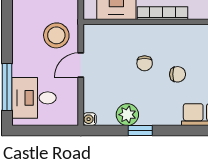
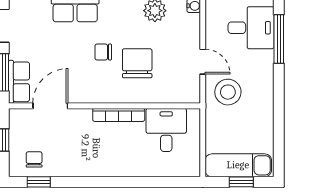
chair: (145, 63) -> (137, 63), width x1.87, depth x1.87
door: (81, 65) -> (203, 62), hinge flipped

